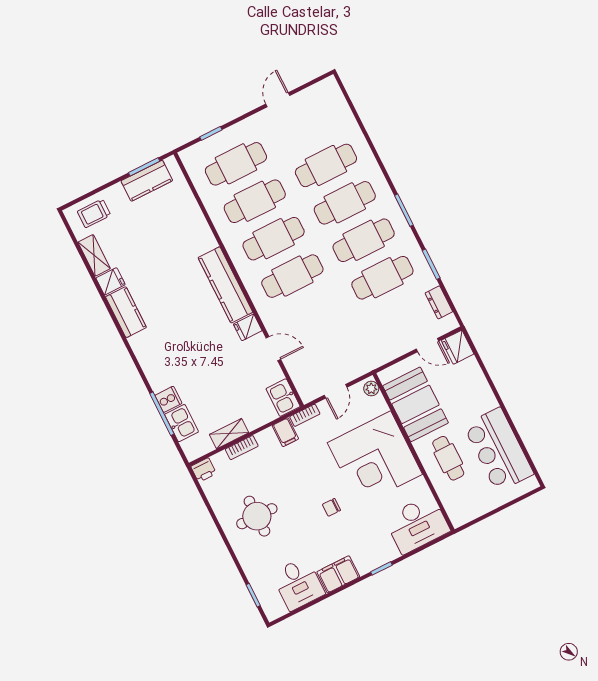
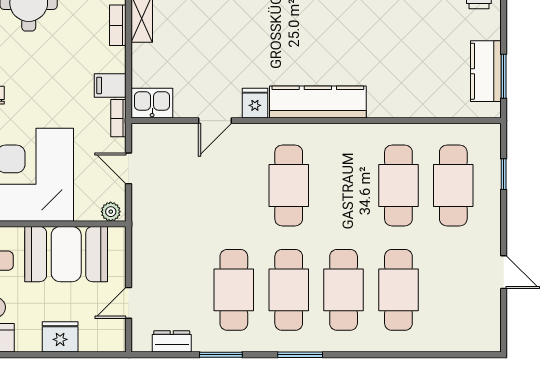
cafe table: (274, 239) -> (344, 185), removed
fridge: (458, 347) -> (60, 337), moved

